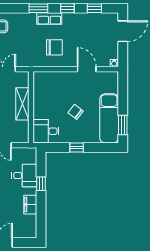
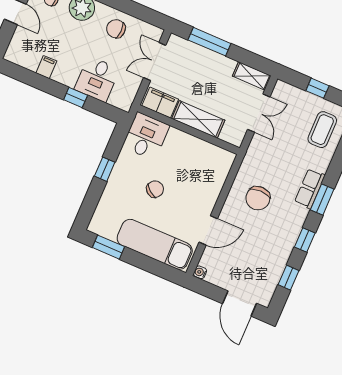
row of seats: (49, 19) -> (310, 189), moved
exam couch: (109, 118) -> (155, 244), moved
filing cabinet: (22, 131) -> (160, 102), added
filing cabinet: (30, 205) -> (46, 67), width x0.50

